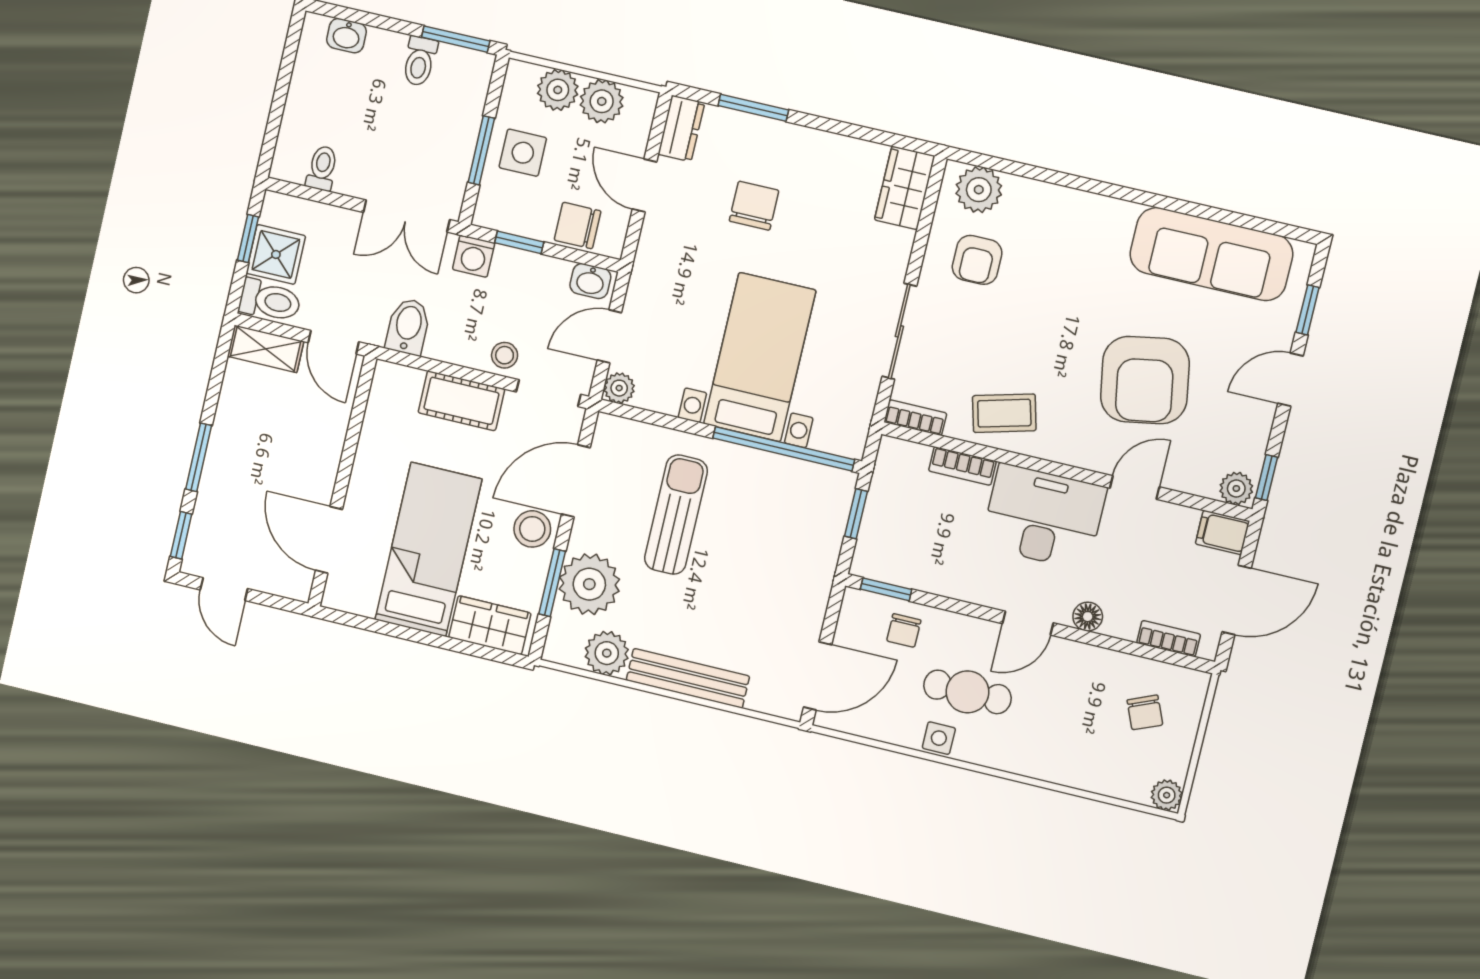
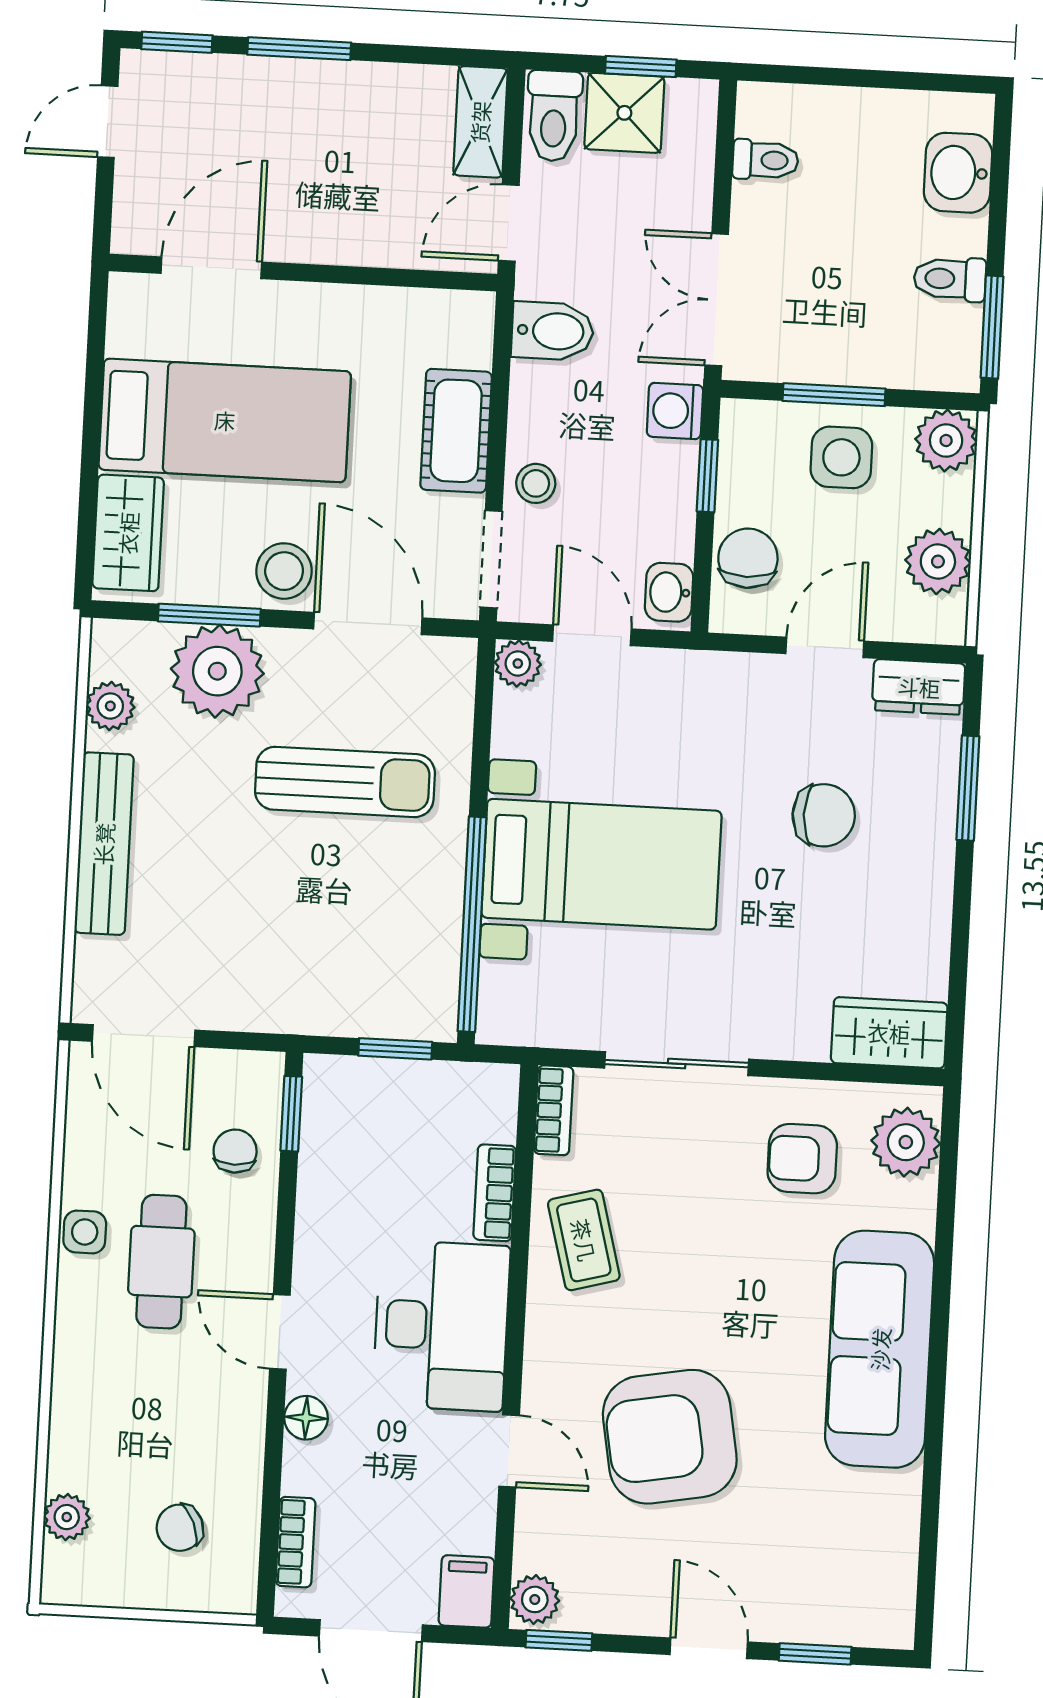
washbasin: (346, 36) -> (958, 173), width x1.38, depth x1.45
plant: (558, 90) -> (946, 440), moved
sofa: (1211, 254) -> (880, 1349), moved
chair: (904, 630) -> (235, 1151), turned 90
plant: (607, 653) -> (110, 706), width x0.73, depth x0.73
plant: (1167, 795) -> (67, 1517), moved

